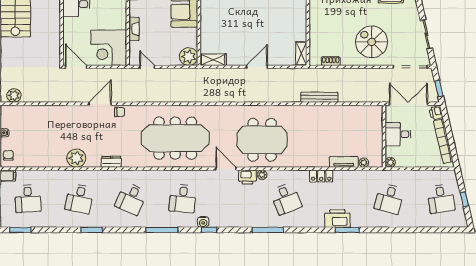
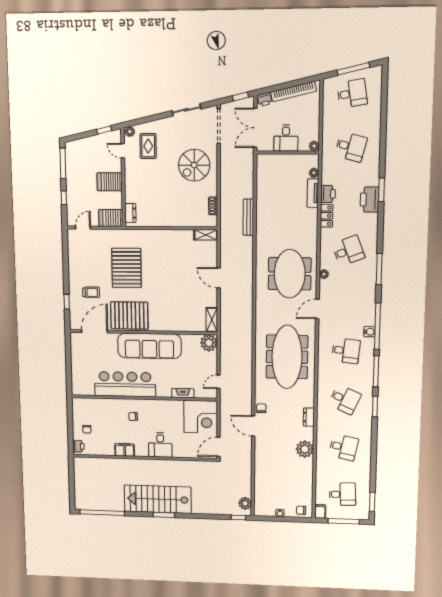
printer: (248, 177) -> (328, 194), moved
window: (464, 199) -> (353, 69), width x2.17
window: (92, 230) -> (375, 406), moved
window: (209, 230) -> (377, 326), width x3.17

